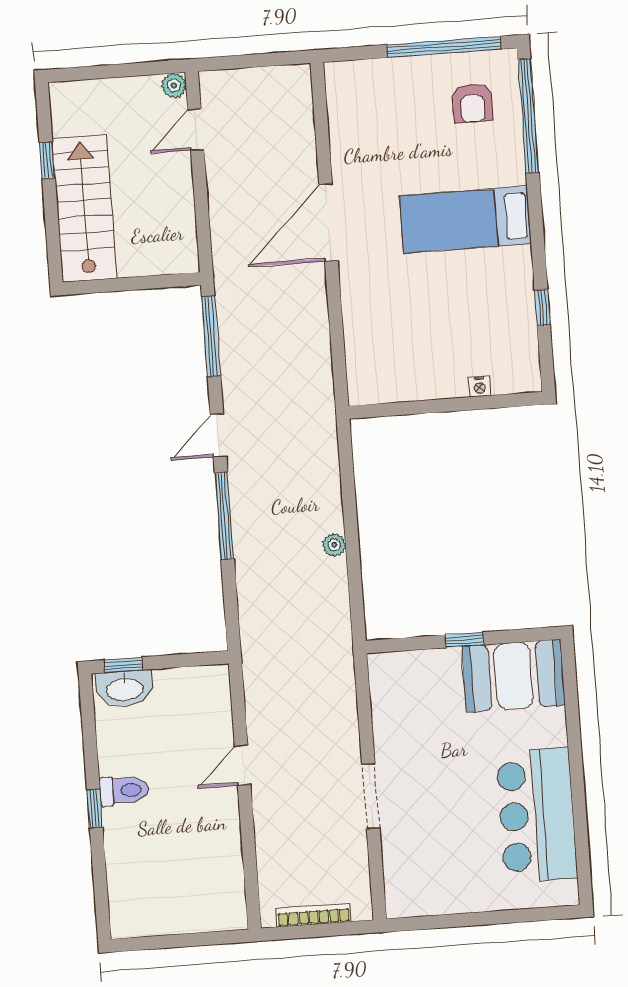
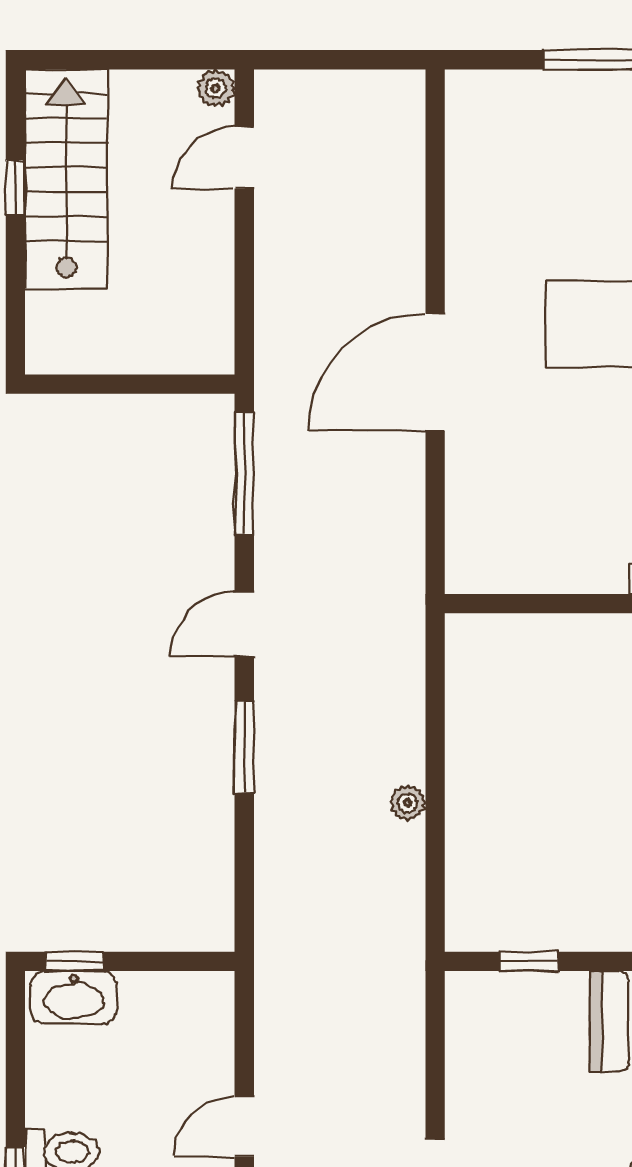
stairs: (84, 208) -> (66, 179), moved
door: (329, 222) -> (435, 372), moved
window: (224, 516) -> (244, 747), width x0.69
window: (464, 640) -> (529, 961), moved

